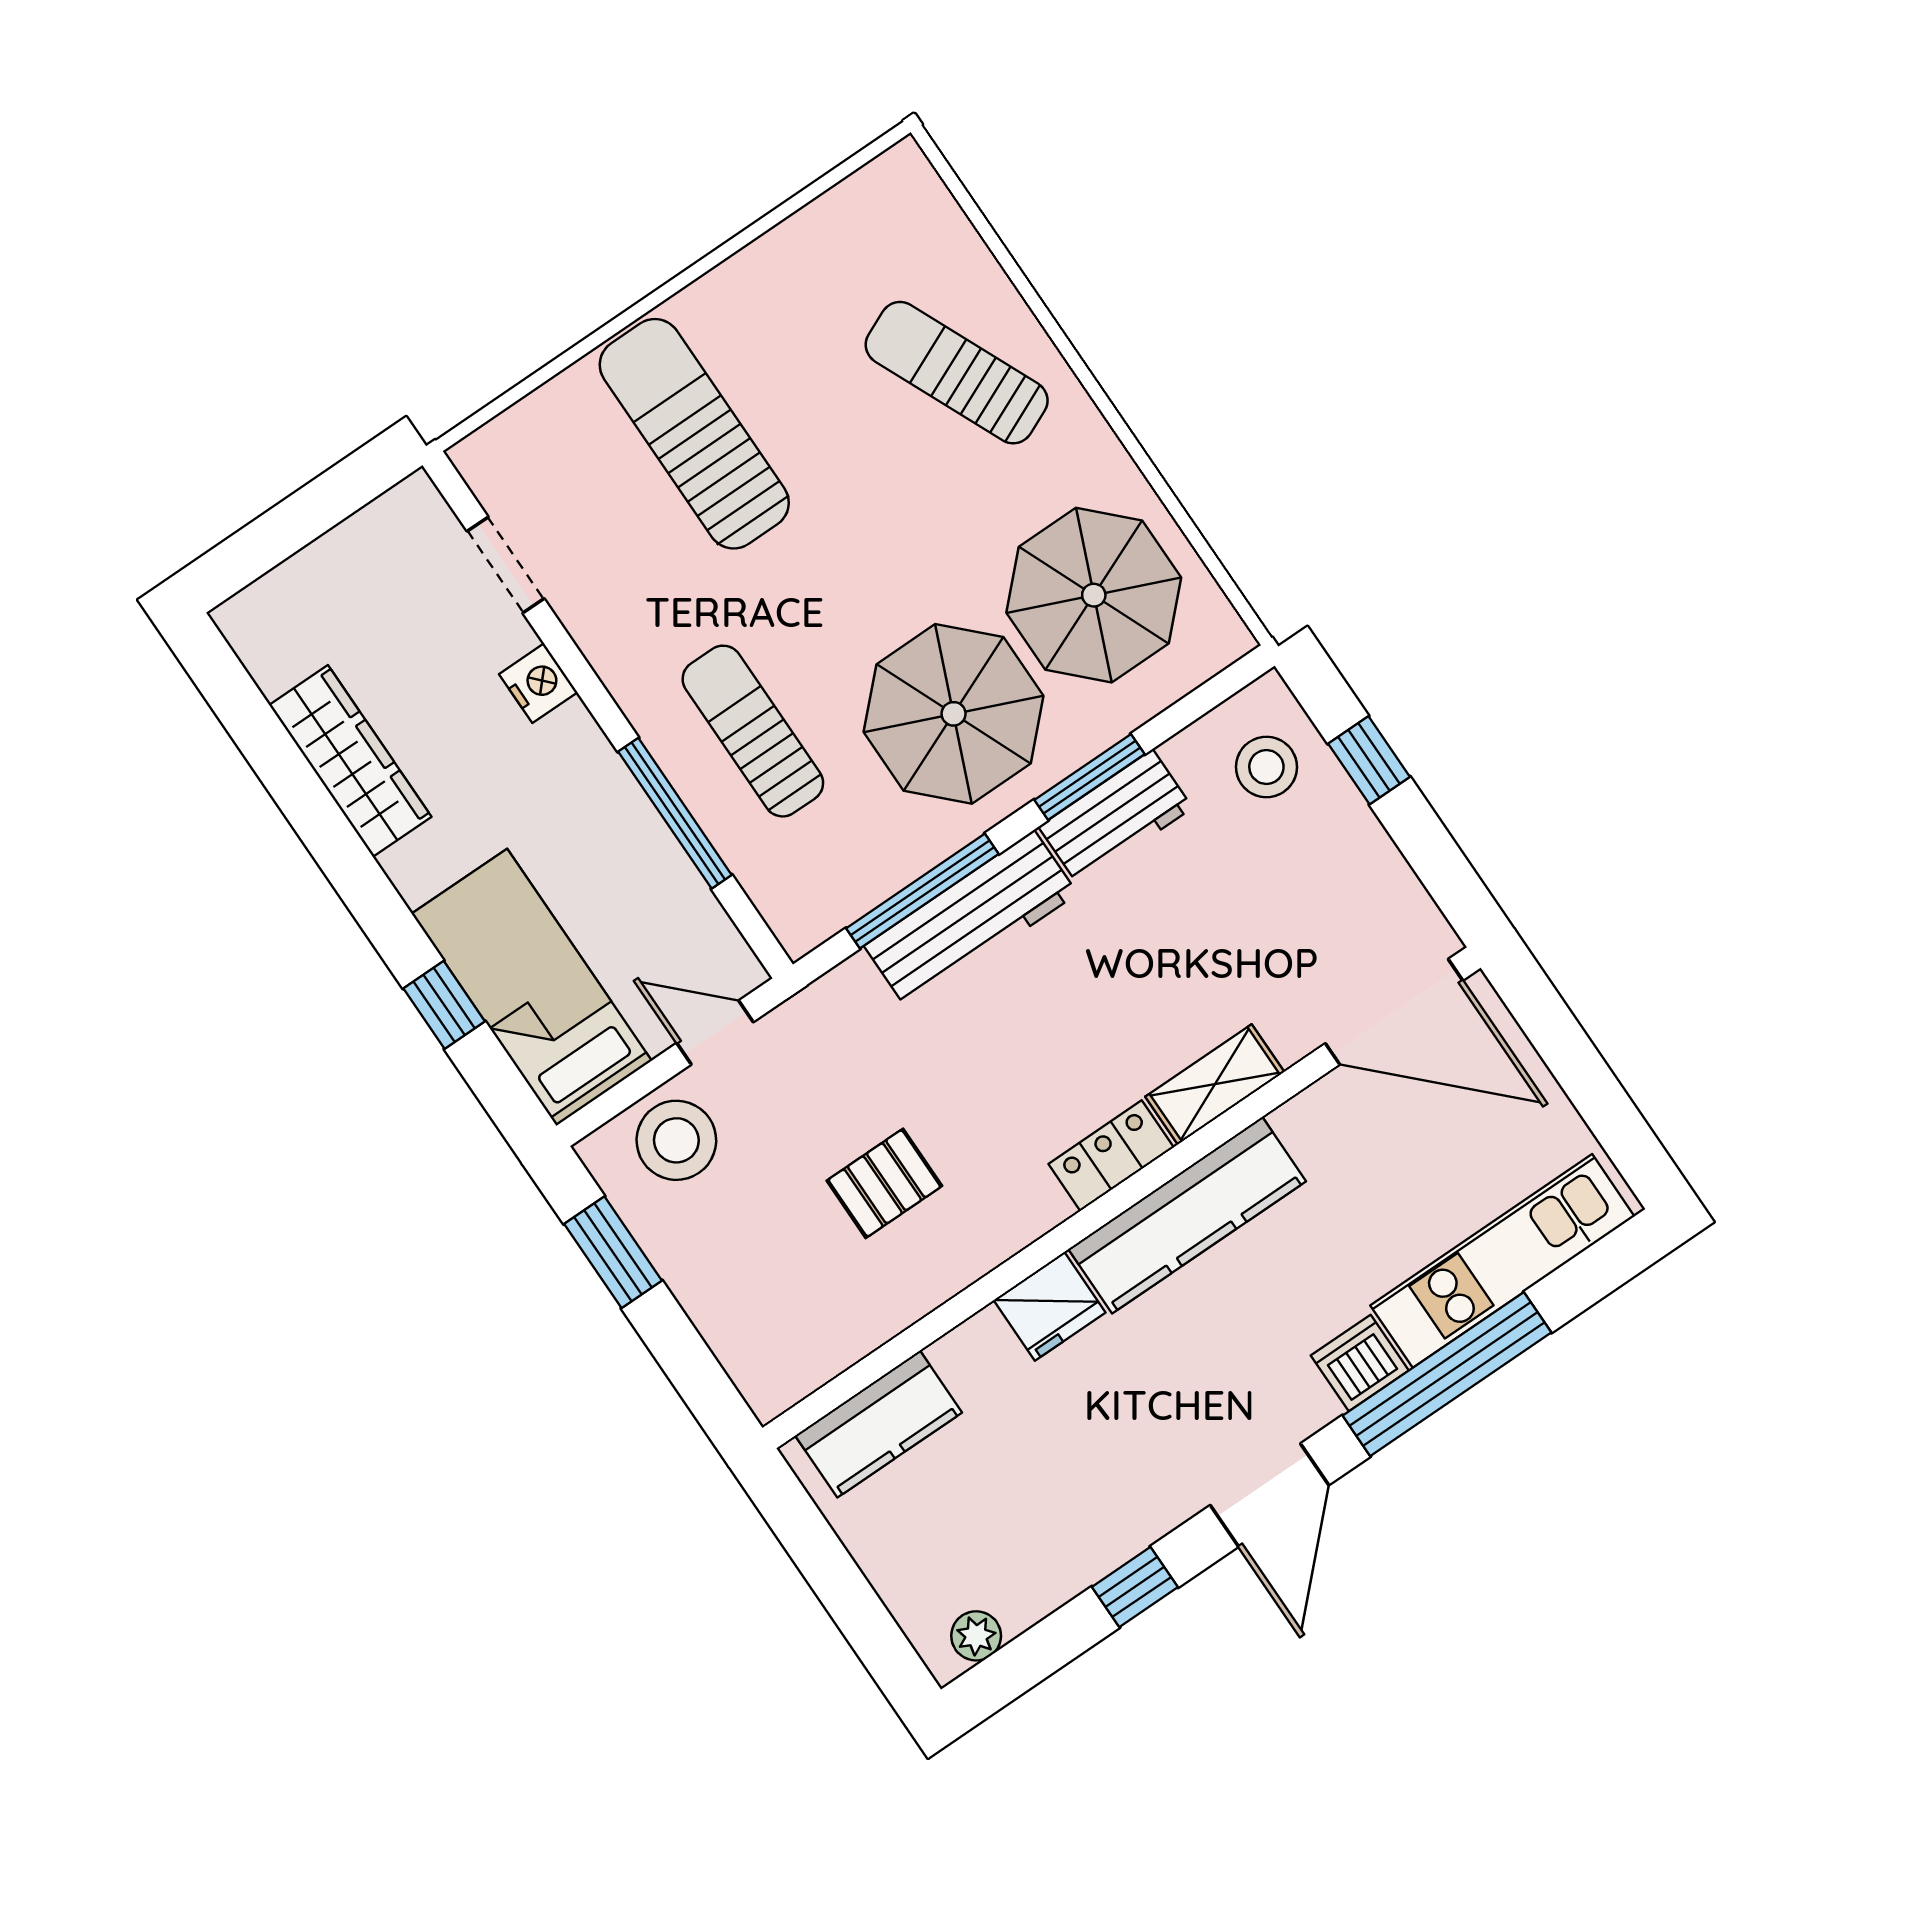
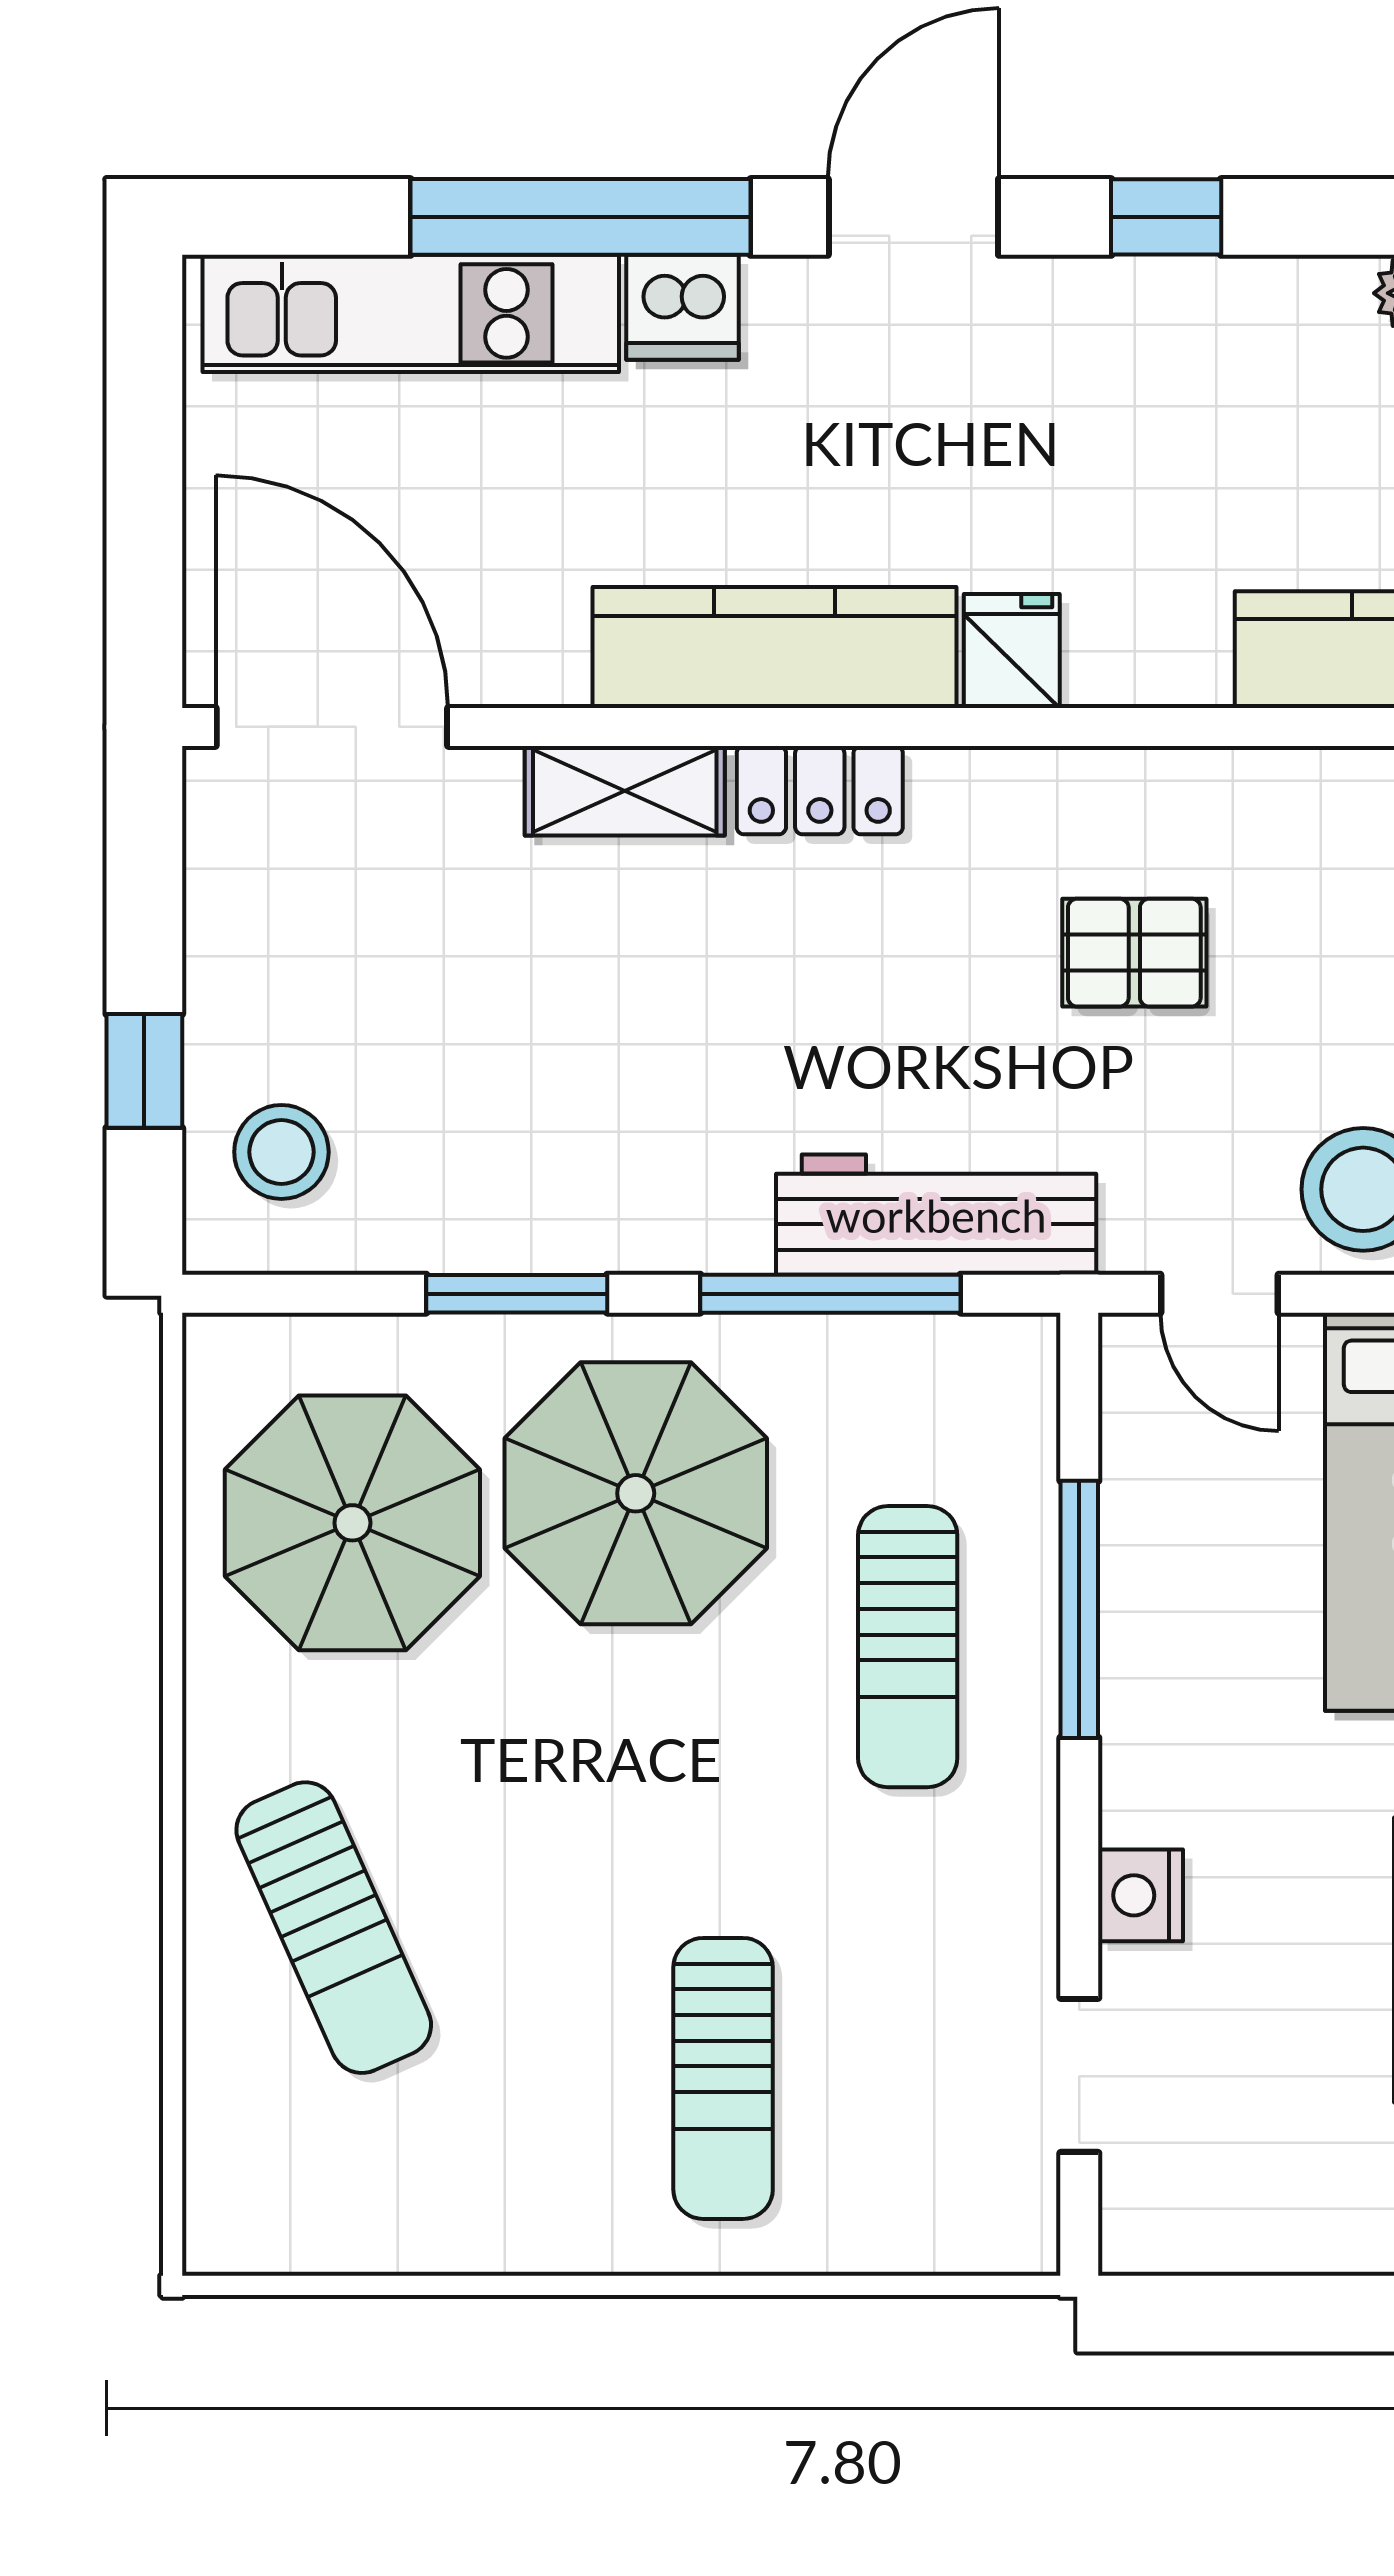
sun lounger: (694, 434) -> (723, 2078), width x0.73, depth x0.75
workbench: (1116, 817) -> (519, 1219), removed
workbench: (971, 920) -> (936, 1215), moved
fridge: (1050, 1306) -> (1012, 651), width x0.72

